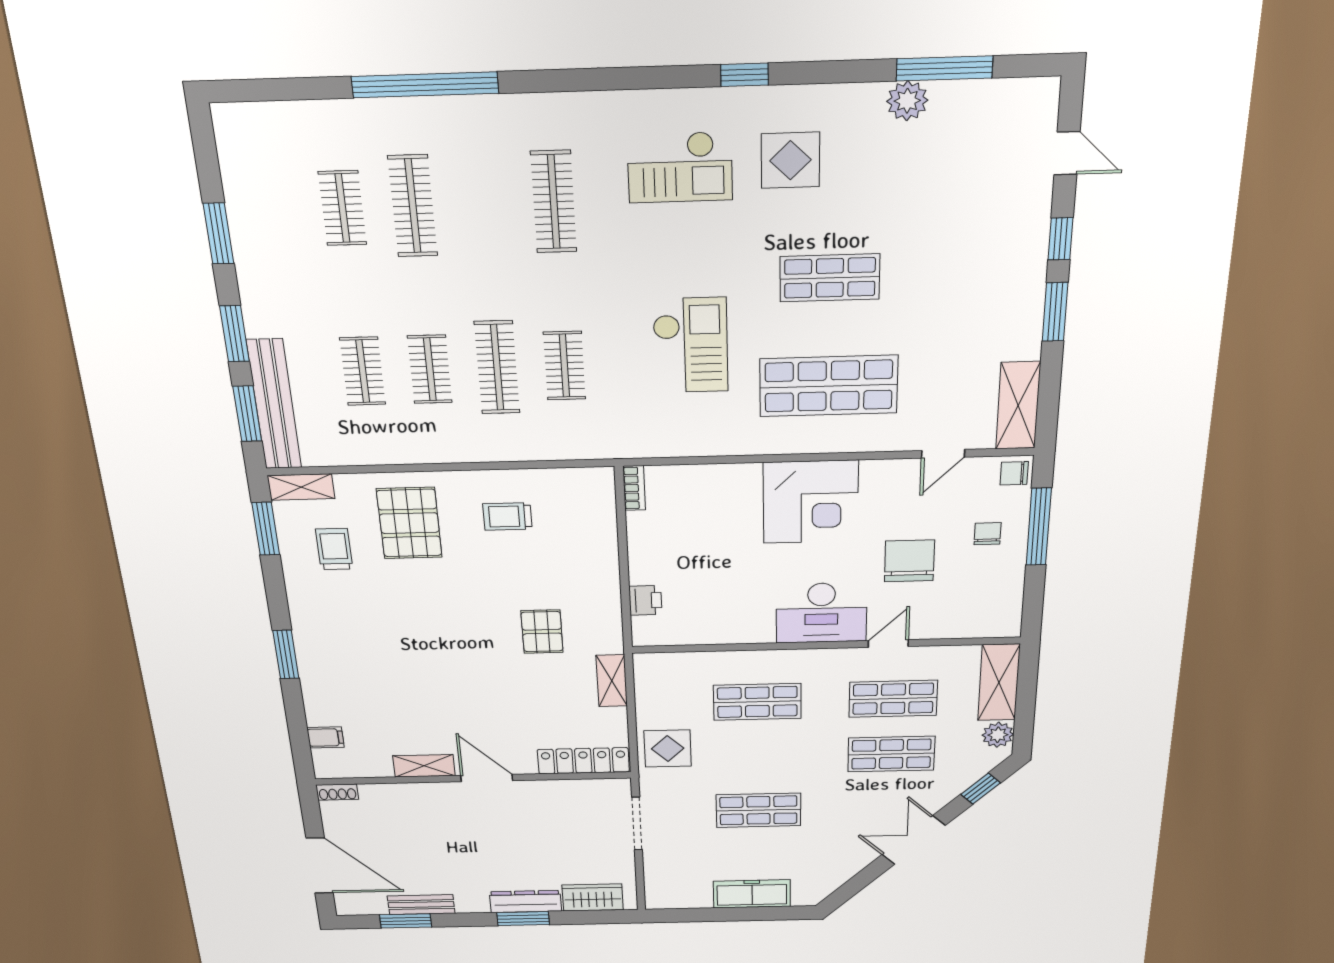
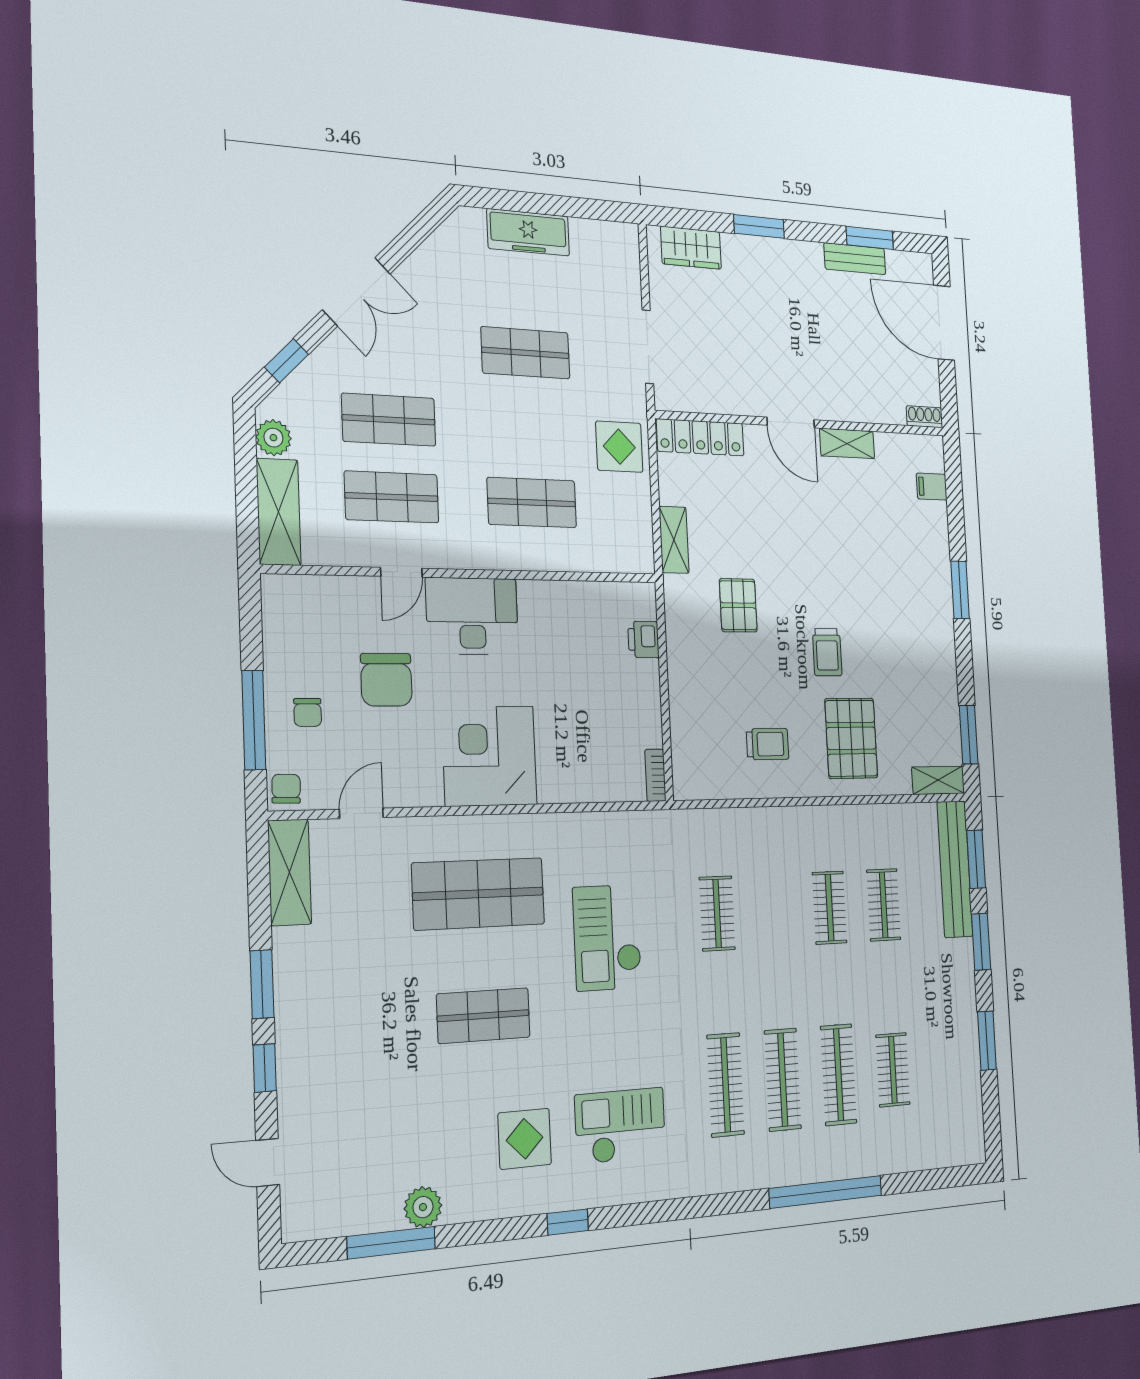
clothes rail: (497, 367) -> (783, 1080), moved
chair: (1014, 473) -> (286, 789), turned -88
trolley: (334, 549) -> (827, 652), moved
dresser: (525, 901) -> (756, 250), removed

